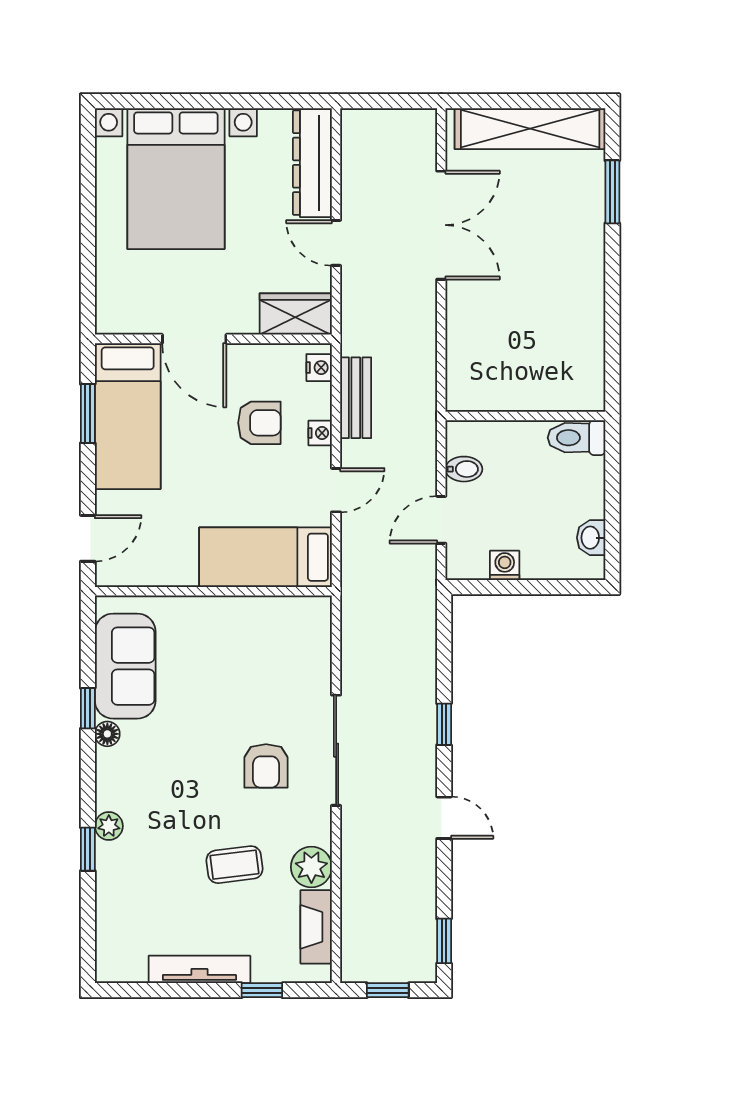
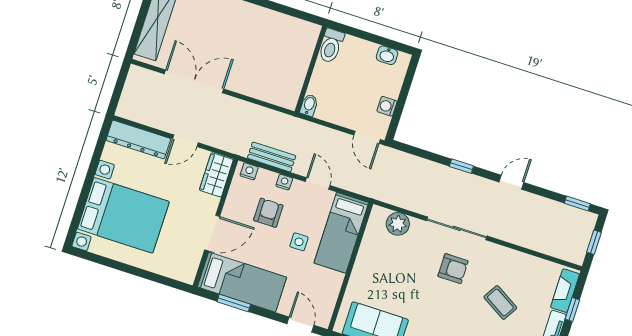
bidet: (464, 469) -> (309, 105), moved
side table: (227, 491) -> (299, 242), added
door: (441, 520) -> (367, 137), moved
coffee table: (235, 865) -> (500, 302), turned -52
plant: (311, 867) -> (398, 224), moved
fireplace: (316, 927) -> (565, 291), moved, turned 90

